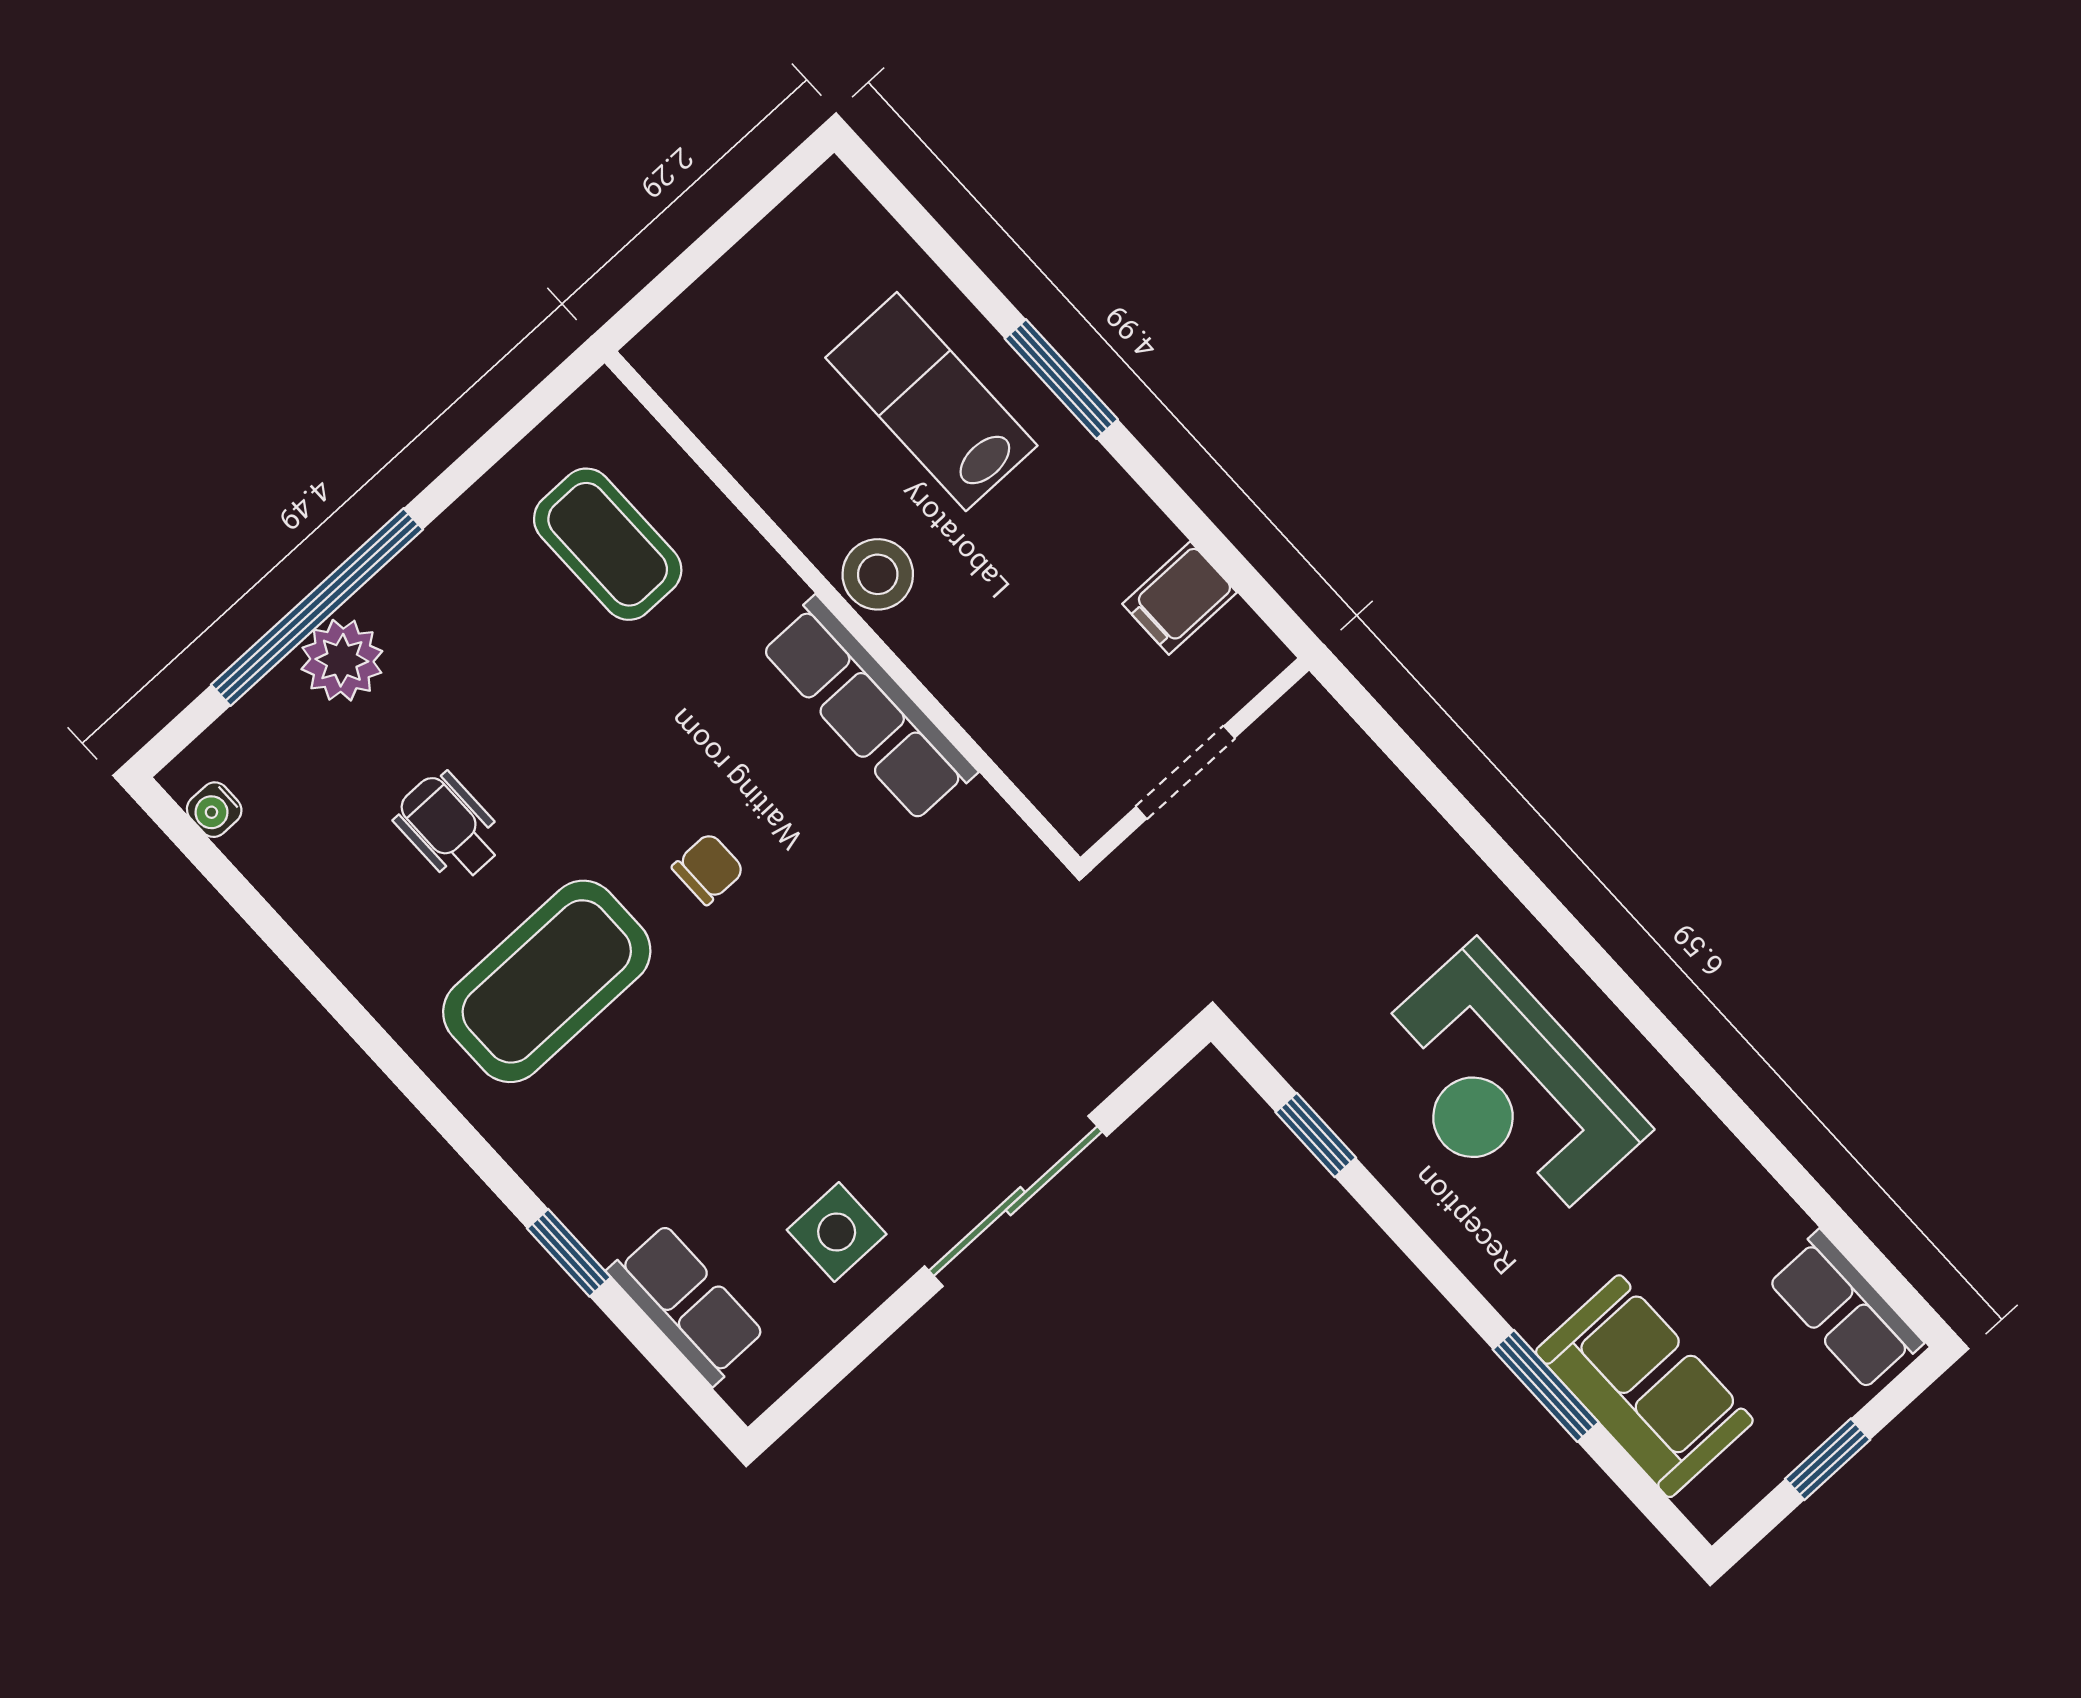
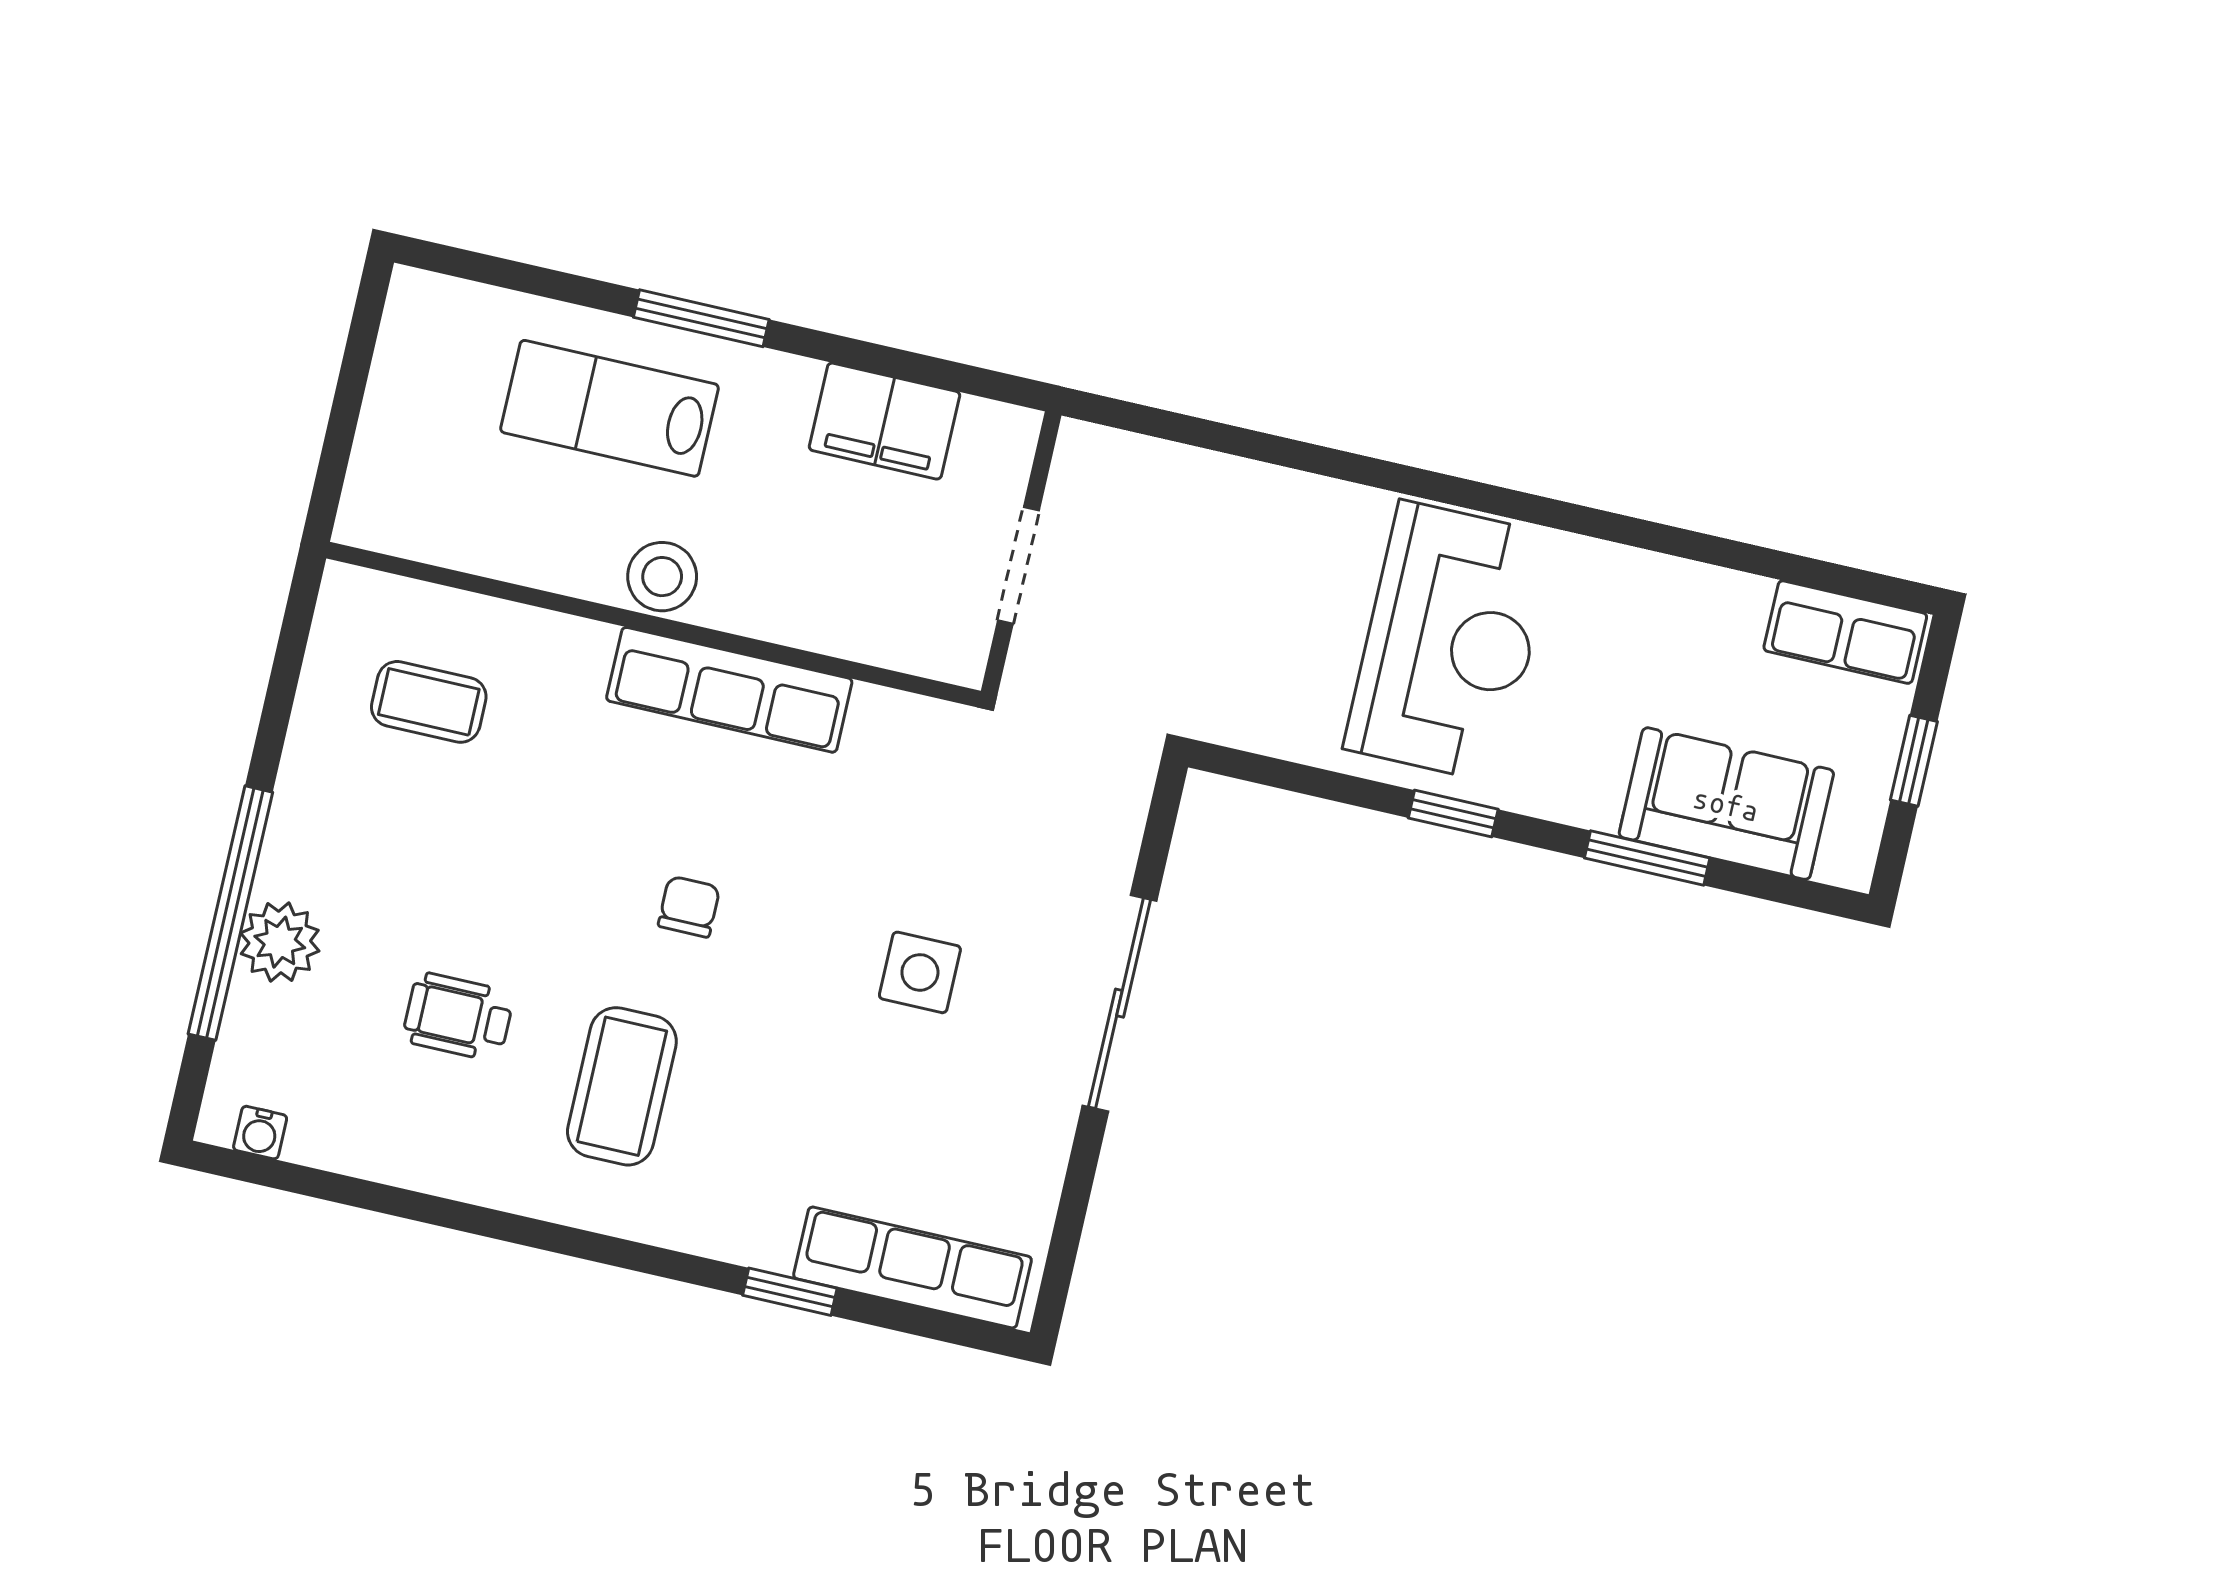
coffee table: (608, 544) -> (429, 702), width x0.73, depth x0.77
filing cabinet: (1180, 598) -> (884, 421), width x2.00
coffee table: (547, 981) -> (622, 1086), width x0.73, depth x0.76
reception desk: (1505, 1088) -> (1449, 642), turned -90
window: (1316, 1135) -> (1453, 814), moved
side table: (837, 1232) -> (920, 972), moved
row of seats: (687, 1304) -> (913, 1268), width x1.48

